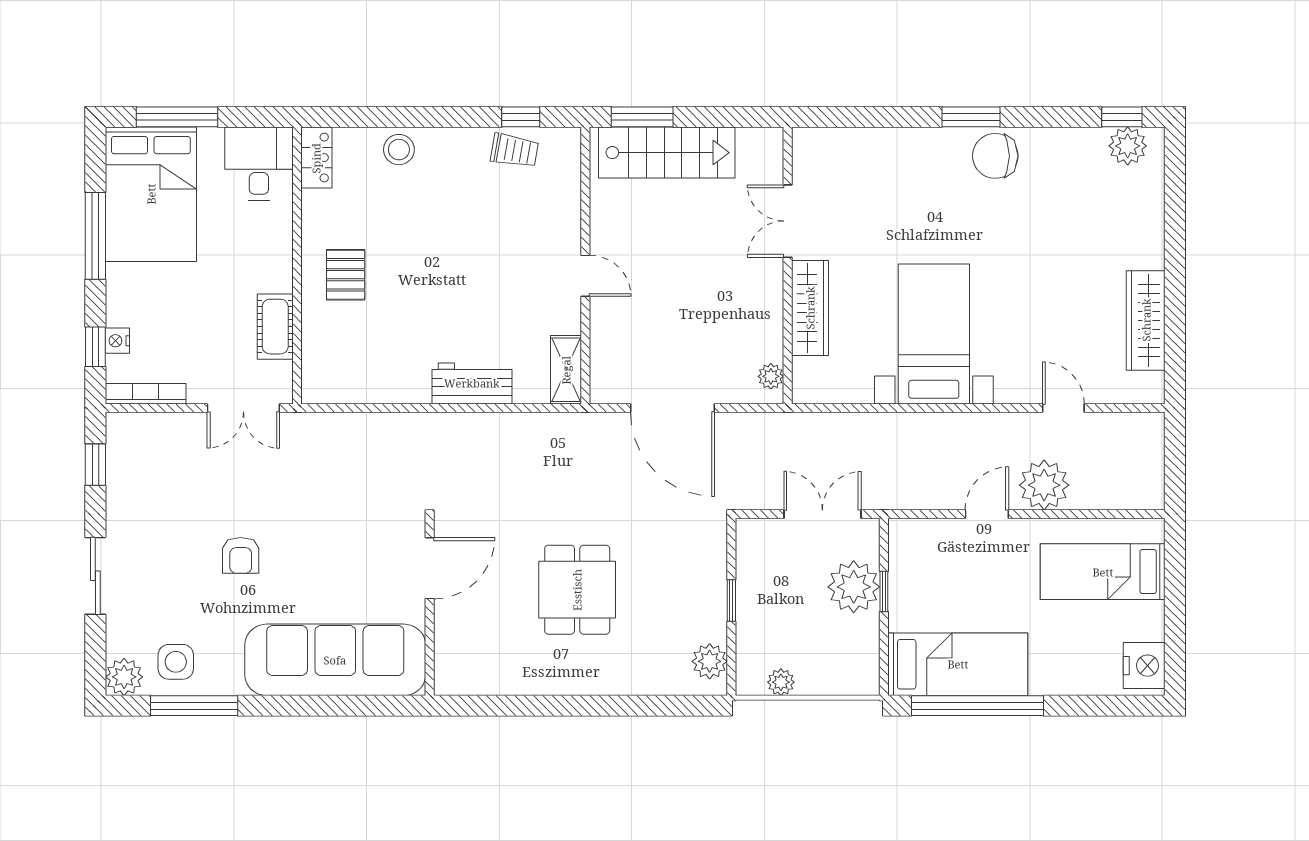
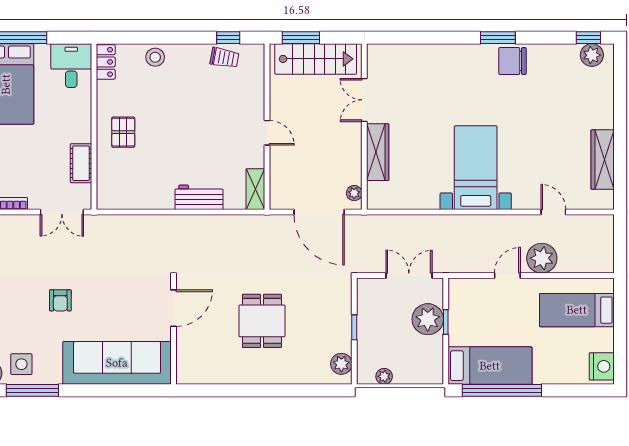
double door: (788, 221) -> (364, 100), moved
wall: (788, 265) -> (364, 127), moved
wardrobe: (810, 308) -> (378, 152), moved
plant: (771, 376) -> (354, 193), moved

